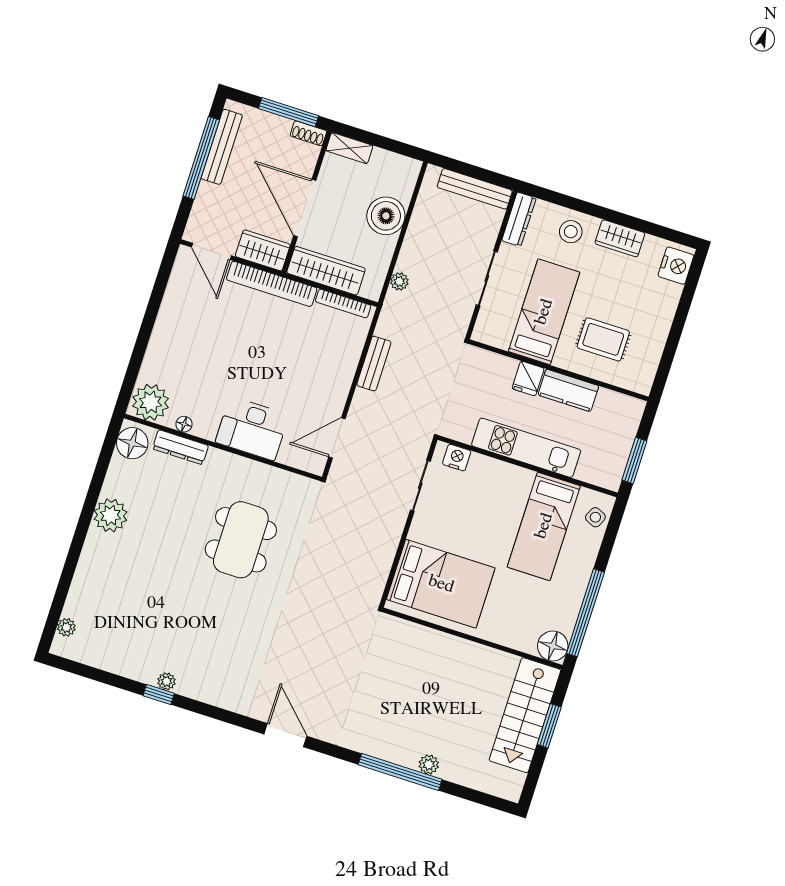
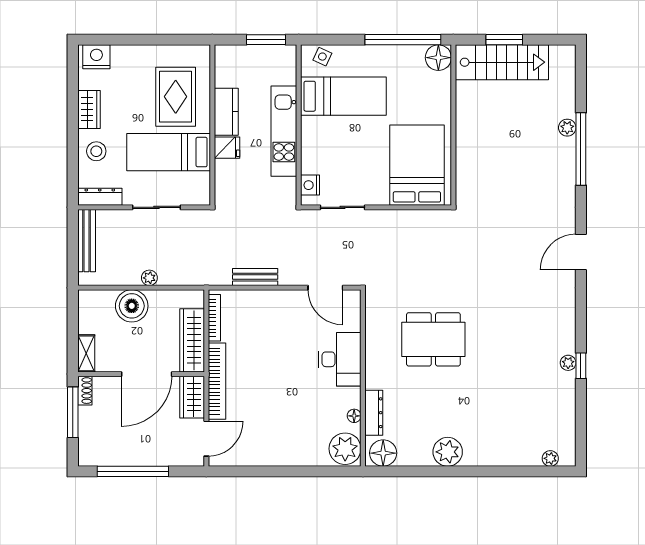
bench: (222, 147) -> (118, 458), removed
plant: (399, 281) -> (149, 278), moved
rug: (603, 339) -> (176, 97), width x1.36, depth x1.43

